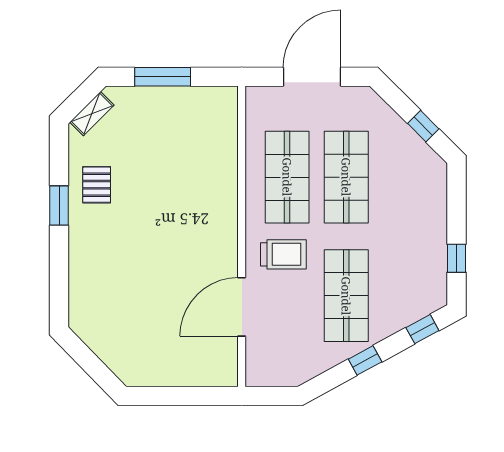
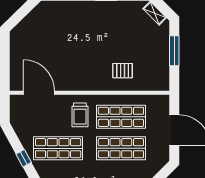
pallet: (97, 185) -> (123, 71), moved
door: (242, 307) -> (39, 93), moved

